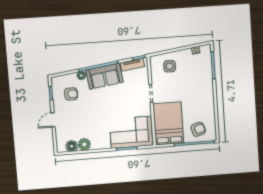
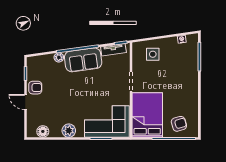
armchair: (71, 94) -> (35, 88), moved
door: (53, 120) -> (25, 102), hinge flipped
plant: (84, 144) -> (69, 131), moved

